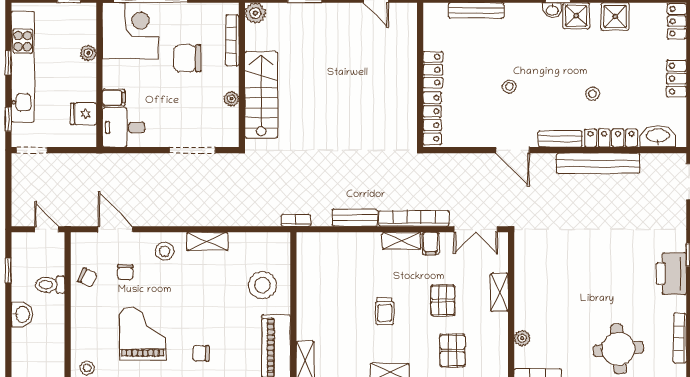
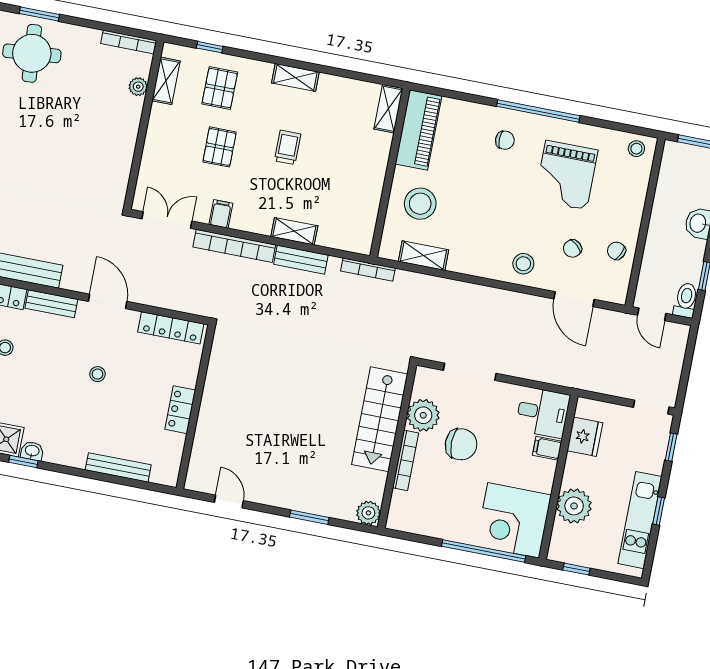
bookcase: (232, 40) -> (406, 460), moved
plant: (88, 53) -> (574, 506), width x1.88, depth x1.88
chair: (187, 58) -> (461, 444), moved
kitchen unit: (23, 67) -> (640, 520), width x0.73
plant: (231, 99) -> (423, 415), width x1.87, depth x1.87
fridge: (83, 114) -> (585, 437), width x1.38
locker: (432, 118) -> (171, 328), moved, turned -90
bookcase: (296, 220) -> (368, 270), width x1.56
shelving: (207, 241) -> (423, 256), moved
shelving: (402, 241) -> (294, 231), moved
chair: (125, 272) -> (572, 248), turned -140
toilet: (50, 285) -> (686, 300), moved, turned -90
shelving: (499, 292) -> (166, 81), moved

